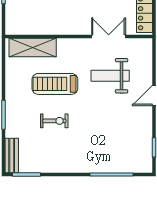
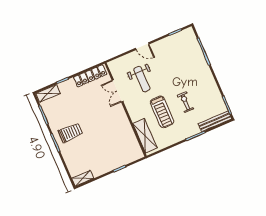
bench: (12, 155) -> (215, 121), width x1.36

